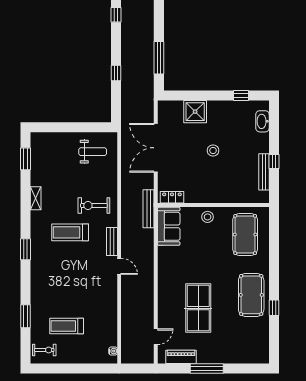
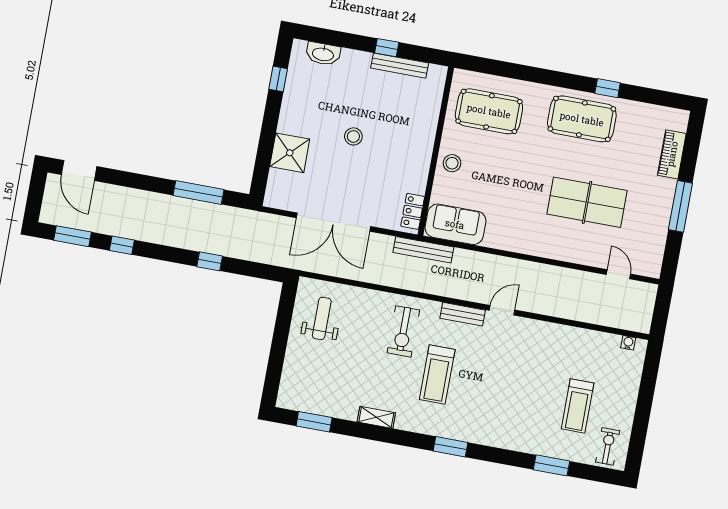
piano: (181, 357) -> (672, 154), moved

